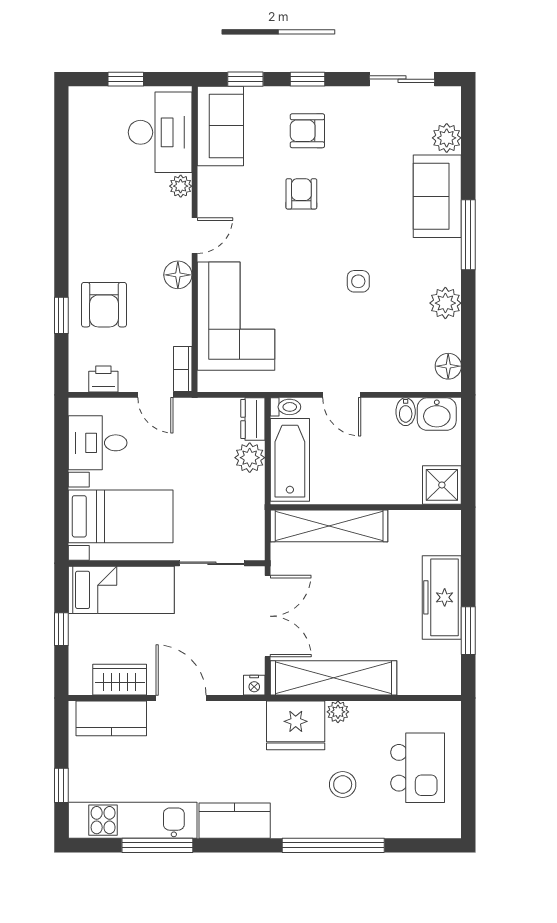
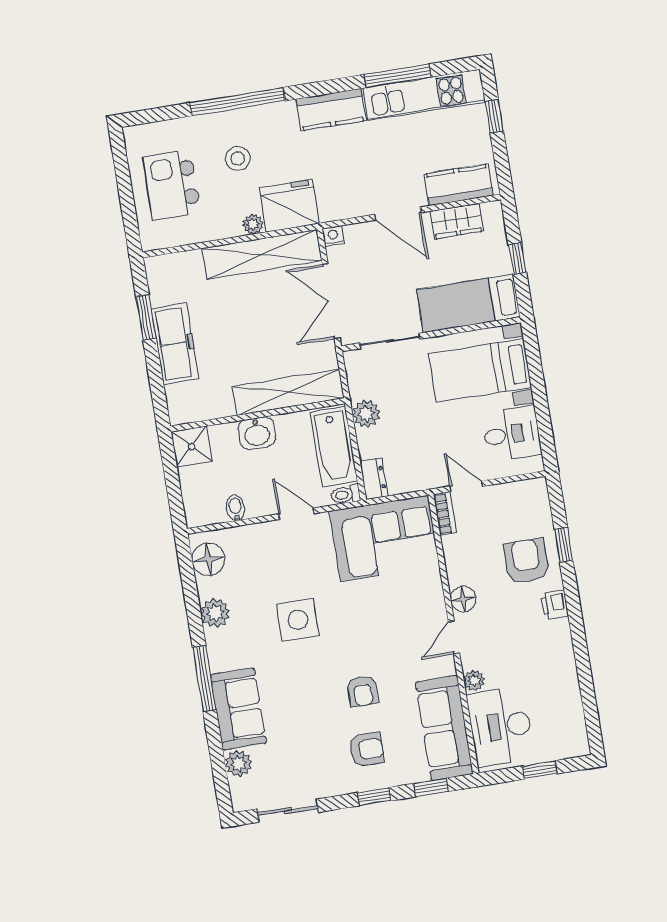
sofa: (220, 126) -> (444, 728), width x1.36
side table: (358, 281) -> (298, 620), width x1.87, depth x1.87
corner sofa: (236, 316) -> (385, 538), moved, turned -90
floor lamp: (448, 366) -> (208, 559), width x1.38, depth x1.38
printer: (103, 379) -> (554, 605), moved, turned 90
washbasin: (437, 414) -> (257, 433), moved, turned 180
plant: (250, 458) -> (366, 414), moved

